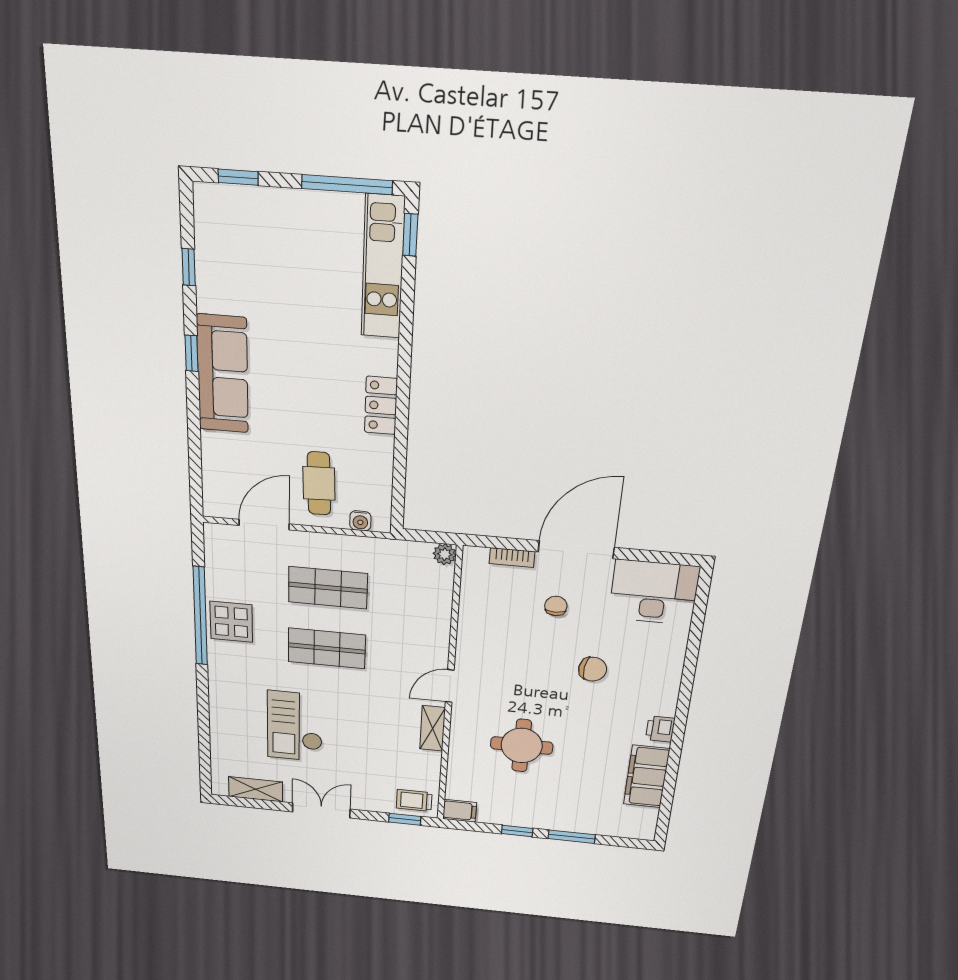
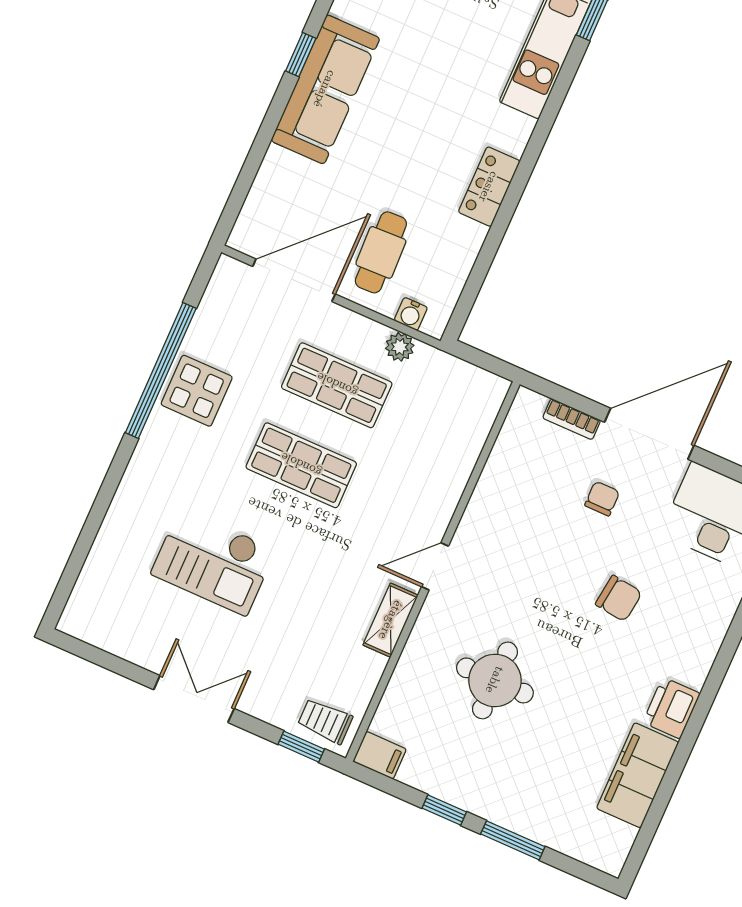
door: (264, 525) -> (294, 280), width x1.36
plant: (445, 554) -> (400, 347), moved
checkout: (295, 726) -> (213, 562), turned -90
printer: (660, 729) -> (671, 708), width x1.36, depth x1.24
shelving: (256, 789) -> (119, 639), removed

